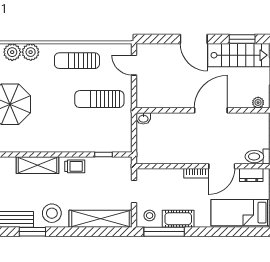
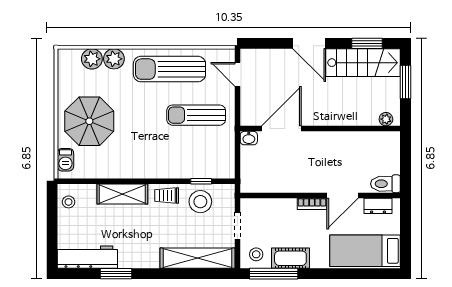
sun lounger: (77, 61) -> (169, 69), width x1.36, depth x1.34
door: (211, 110) -> (281, 129), moved
trolley: (75, 166) -> (167, 196), turned 180
stool: (52, 213) -> (200, 202), moved

